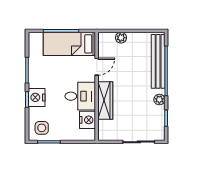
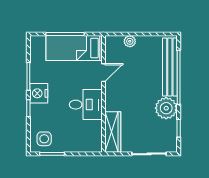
nightstand: (37, 97) -> (39, 93), moved
plant: (159, 100) -> (166, 108), width x1.88, depth x1.88
wardrobe: (105, 101) -> (113, 132), moved
nightstand: (87, 120) -> (94, 130), removed

